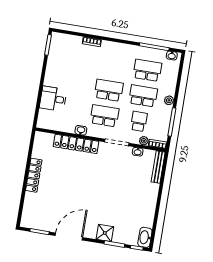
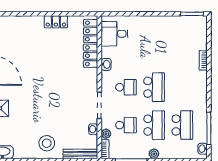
desk: (53, 99) -> (115, 34), moved, turned -90
school desk: (105, 116) -> (126, 87), width x0.54
locker: (76, 144) -> (91, 43), moved
locker: (34, 175) -> (56, 22), width x0.66
stool: (143, 196) -> (47, 143), added

